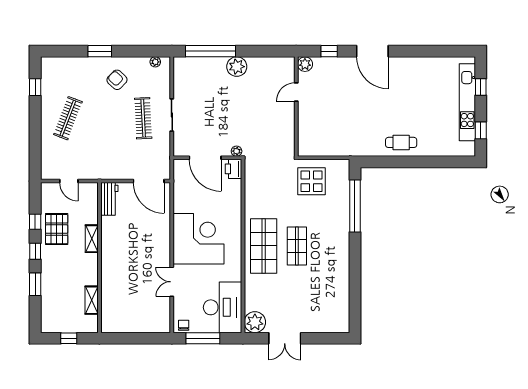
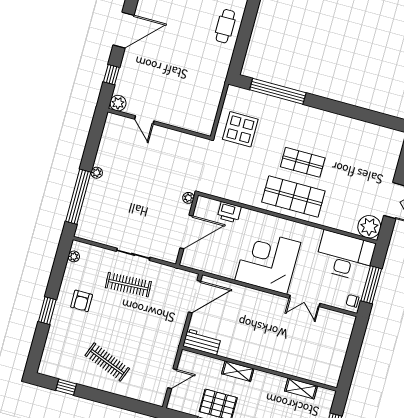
plant: (237, 67) -> (97, 173), width x0.53, depth x0.53
armchair: (117, 80) -> (82, 301), turned -44
printer: (234, 169) -> (229, 212), moved

